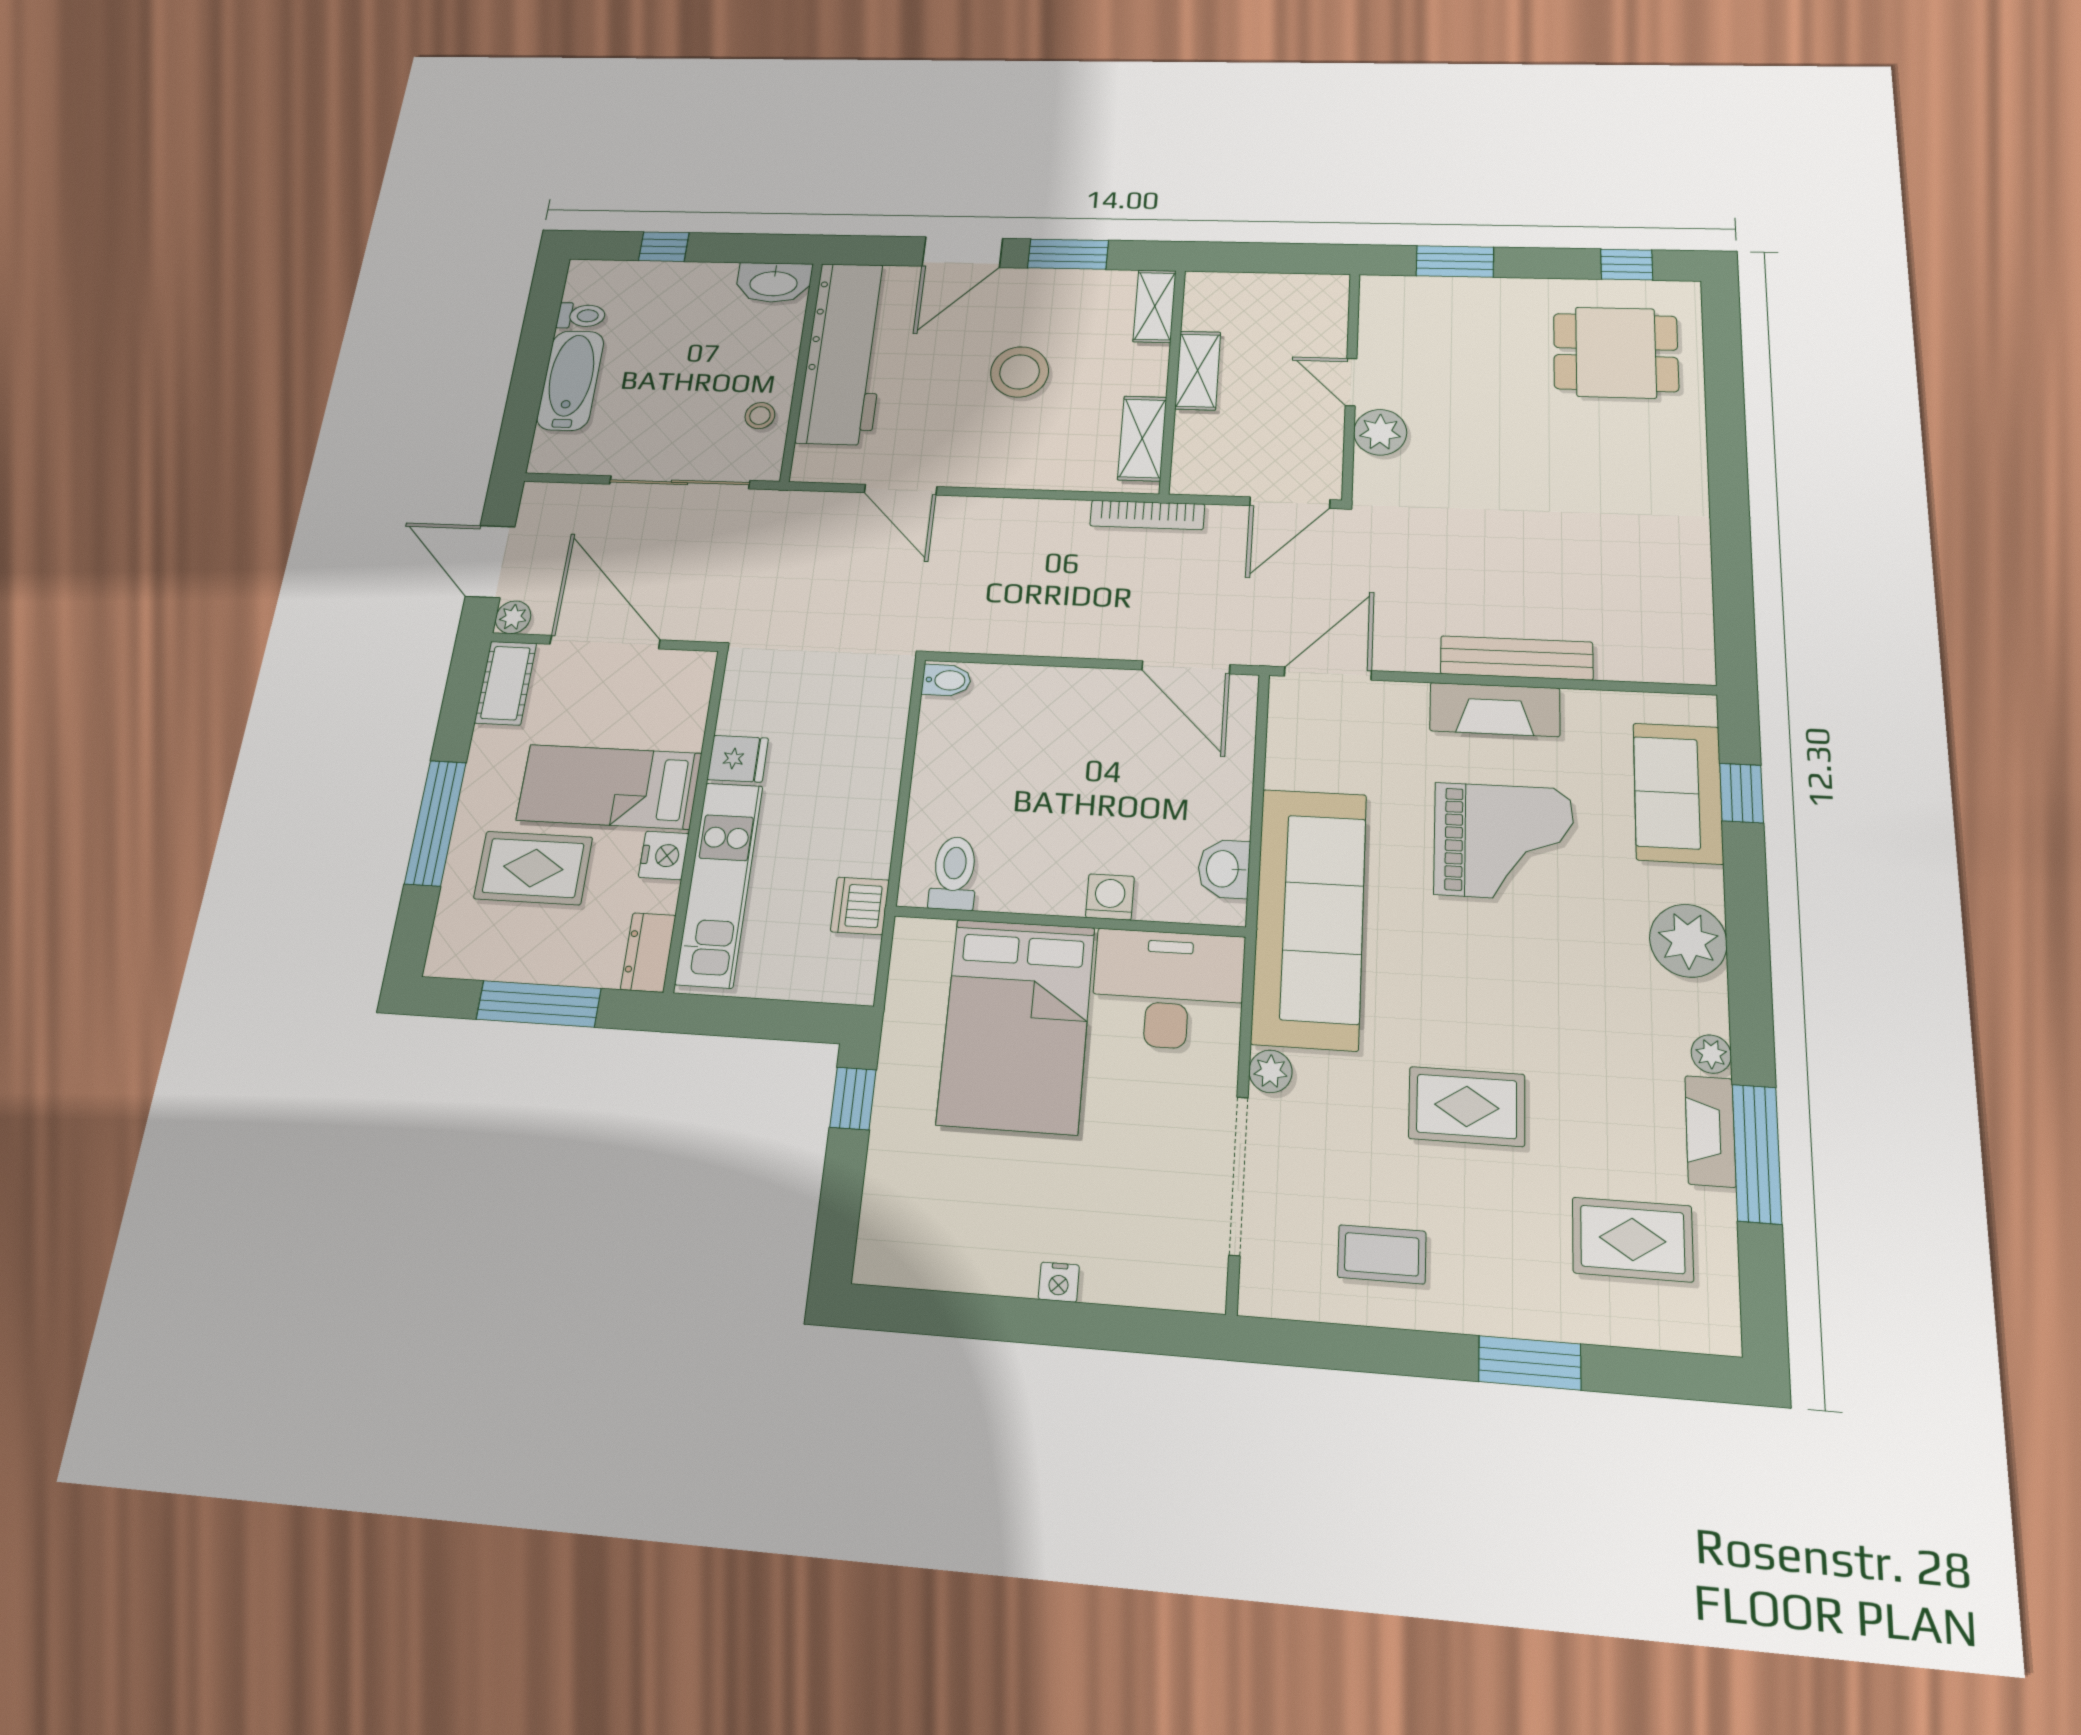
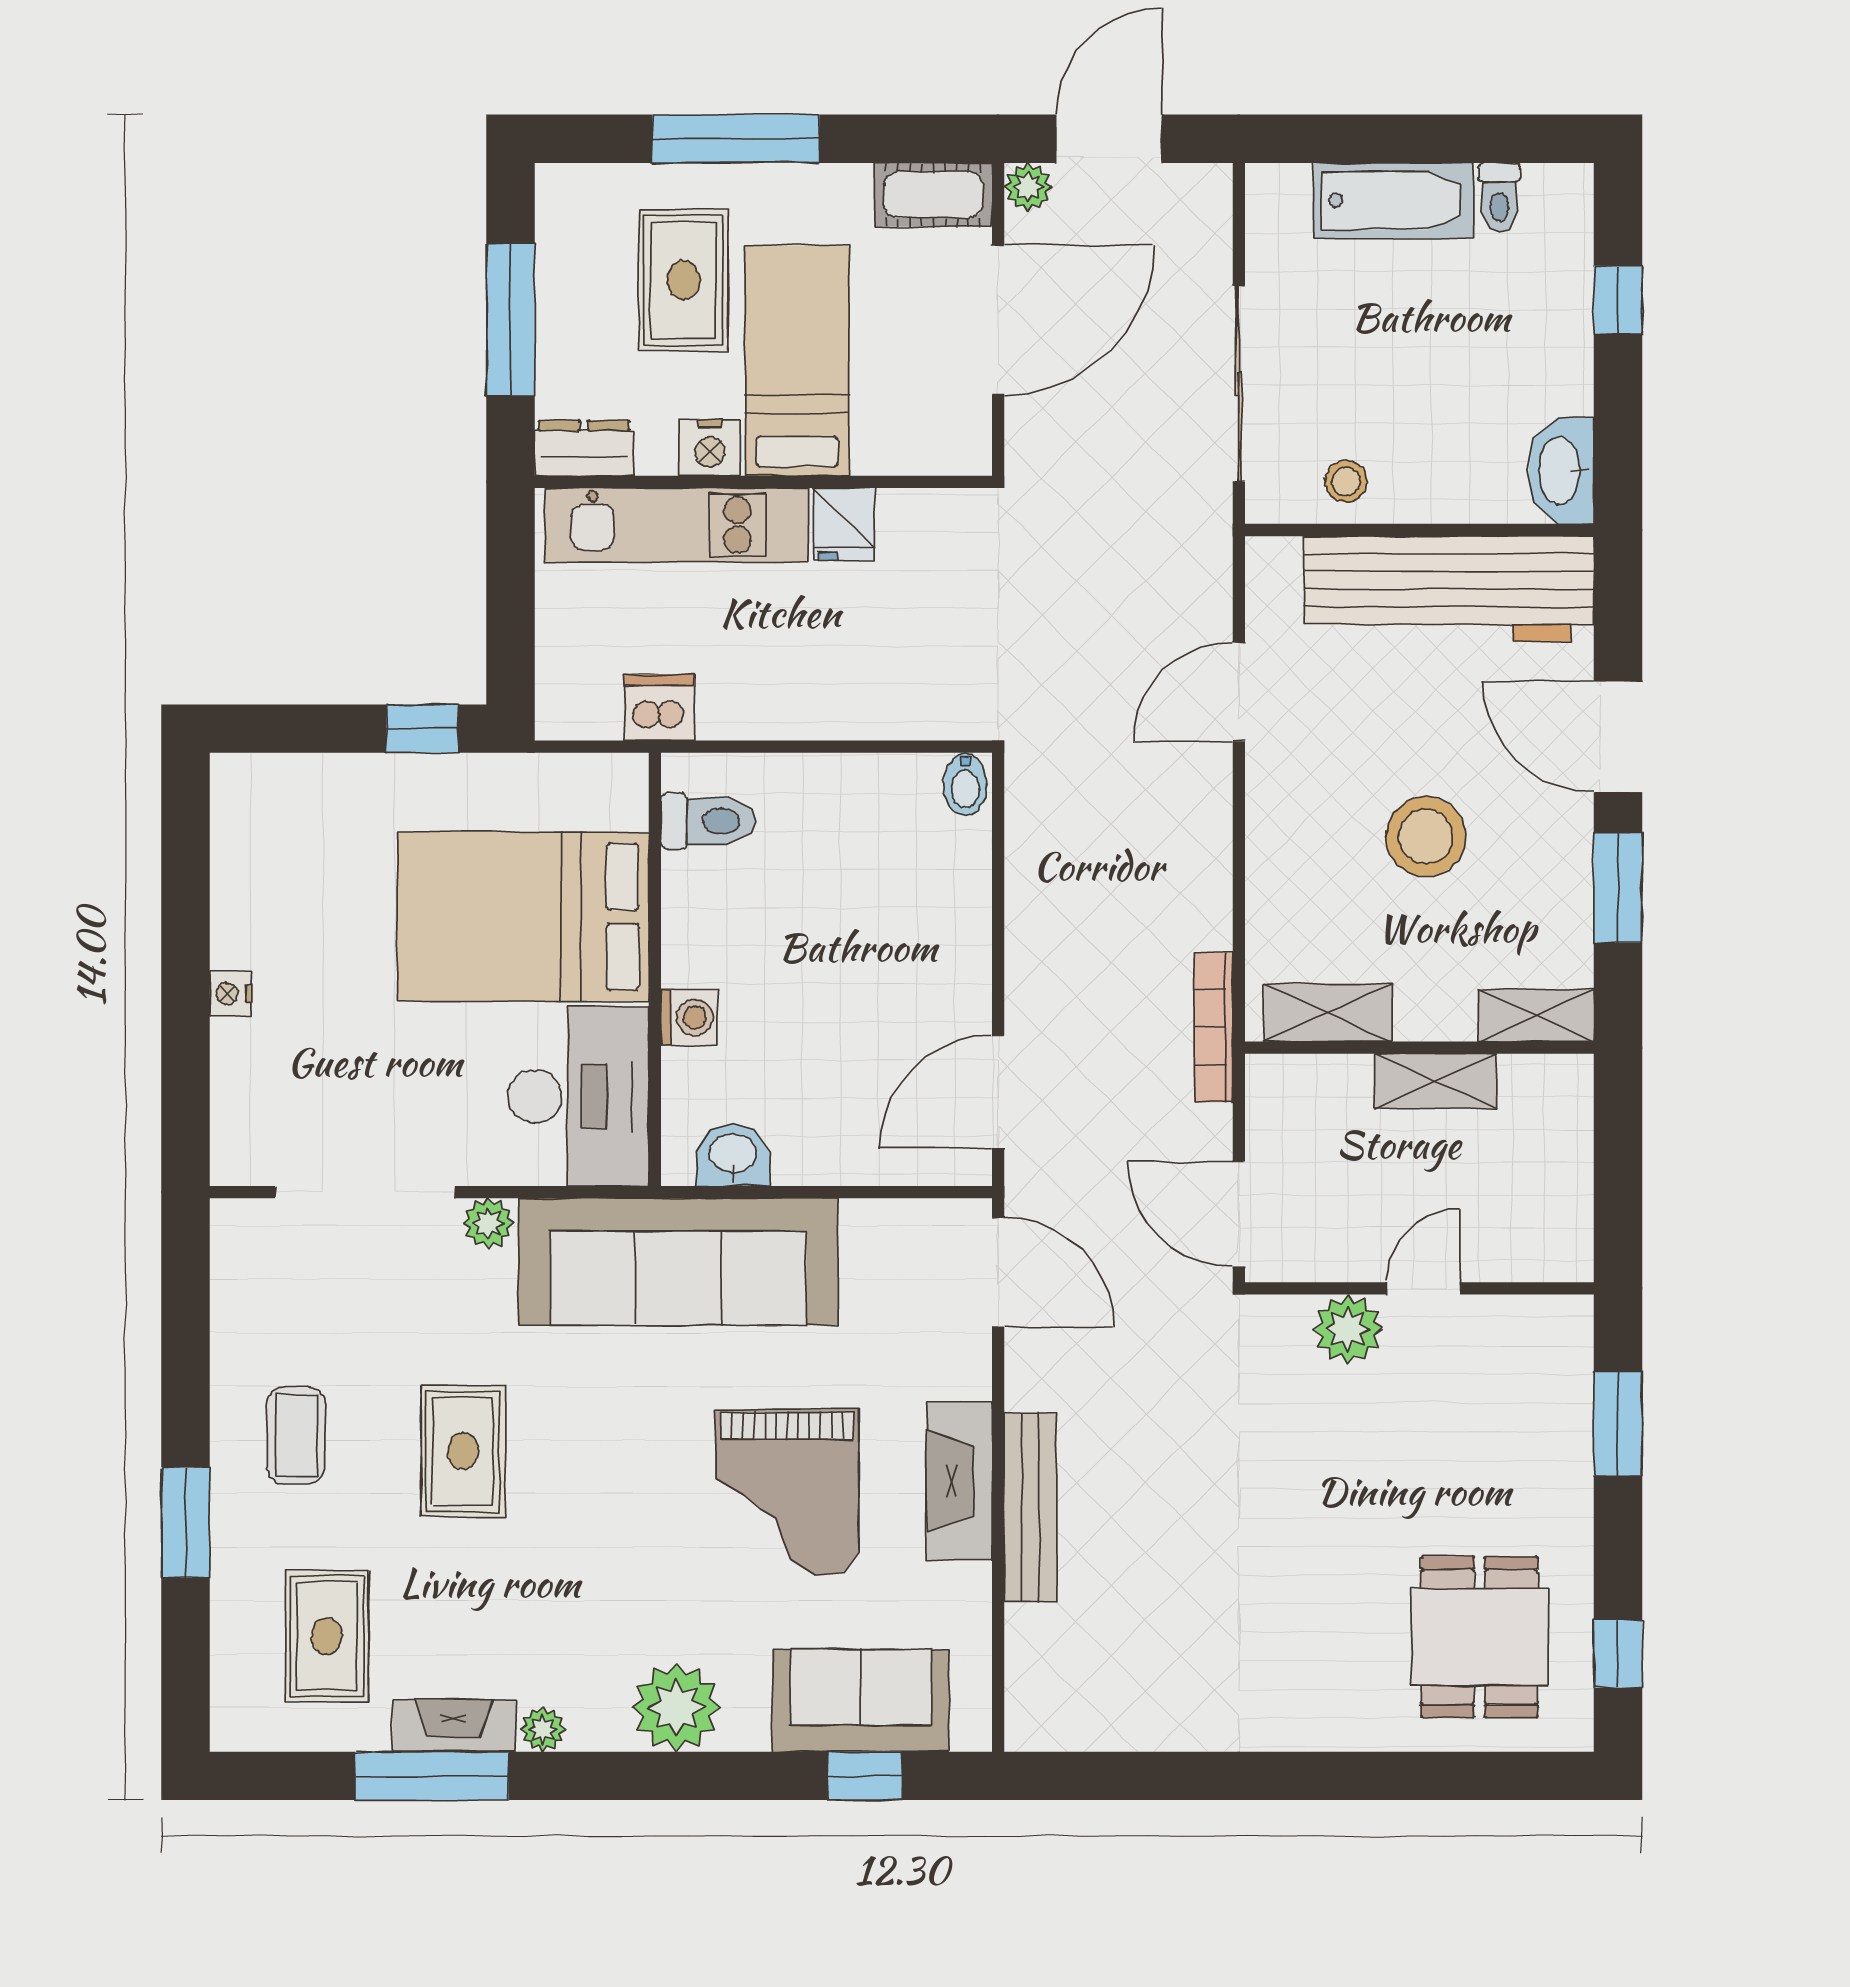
coffee table: (1382, 1254) -> (296, 1436), moved

